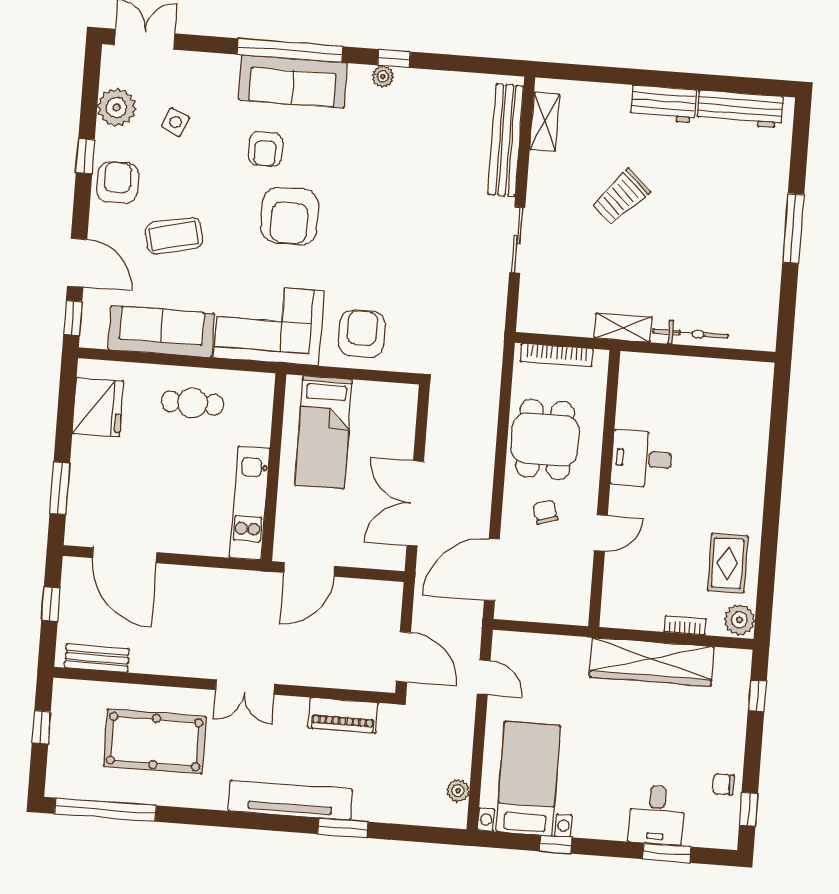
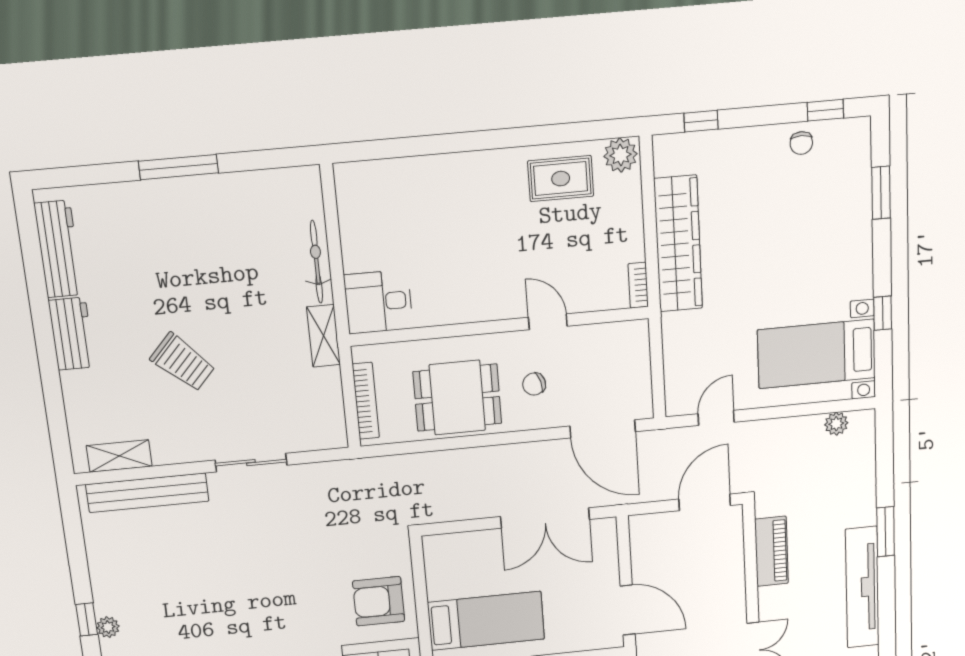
desk: (642, 459) -> (378, 302), moved, turned 90
bookcase: (685, 625) -> (638, 285), moved
desk: (657, 815) -> (842, 211), removed

